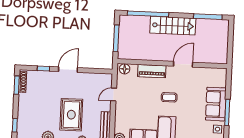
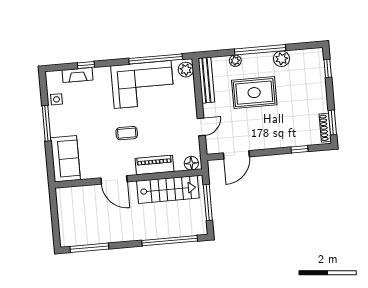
stairs: (173, 26) -> (168, 189), moved, turned 180
door: (183, 64) -> (114, 180), hinge flipped
door: (68, 70) -> (236, 155), moved
sofa: (216, 104) -> (65, 159), moved
rug: (71, 115) -> (254, 93), turned 90

